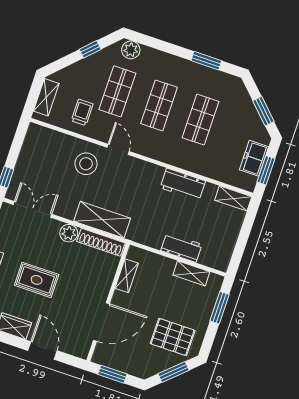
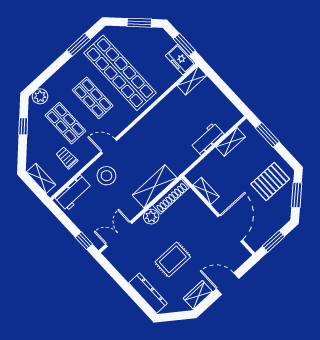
shop shelf: (201, 120) -> (120, 73), width x2.00, depth x1.36
freezer: (254, 158) -> (180, 60), moved
workbench: (183, 184) -> (74, 193), moved

